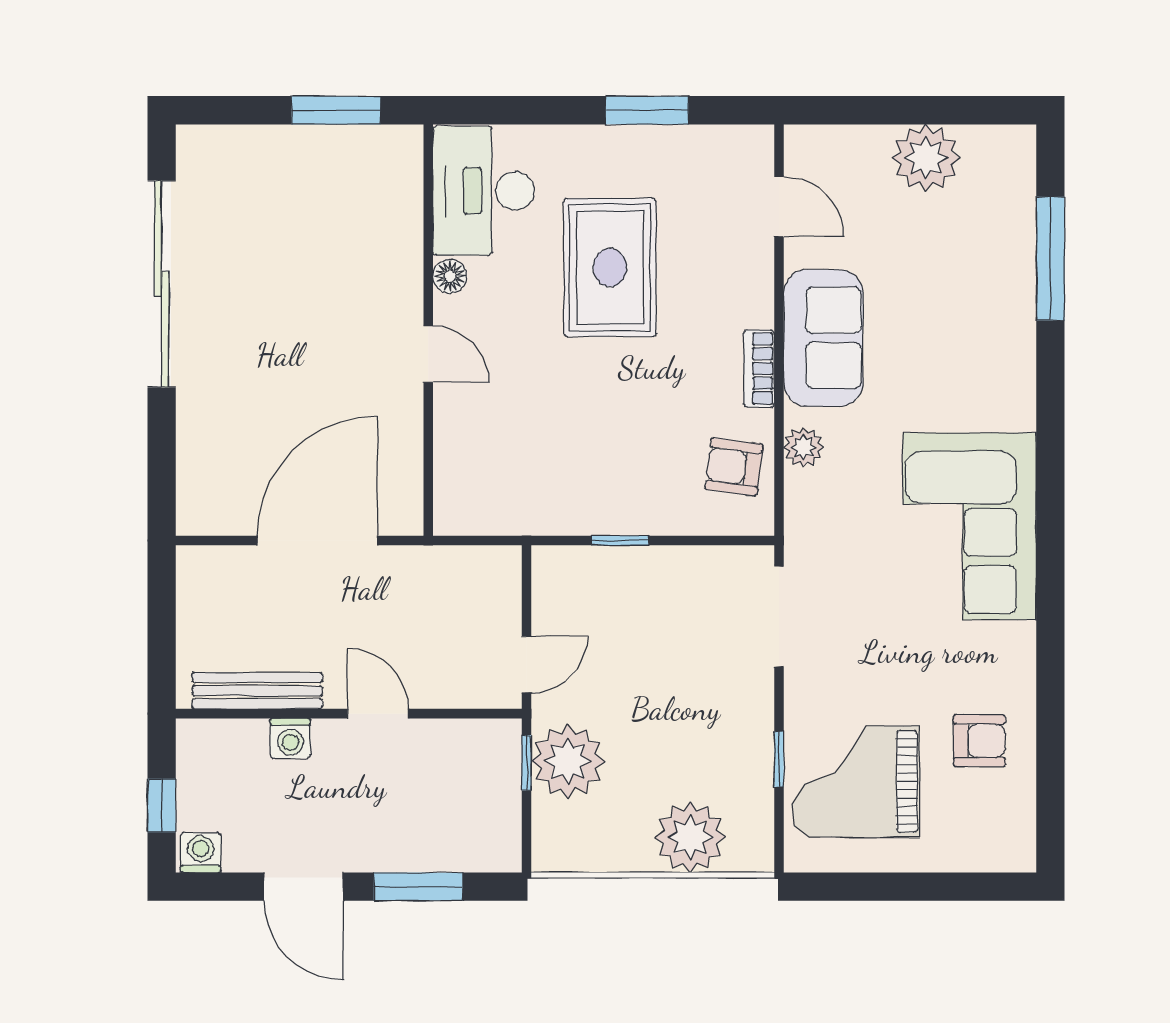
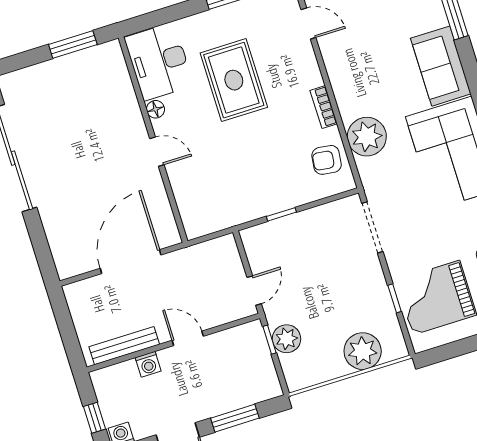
sofa: (823, 338) -> (441, 66), moved, turned 180
plant: (804, 447) -> (367, 137), width x1.88, depth x1.88
plant: (568, 761) -> (287, 339), width x0.73, depth x0.73

